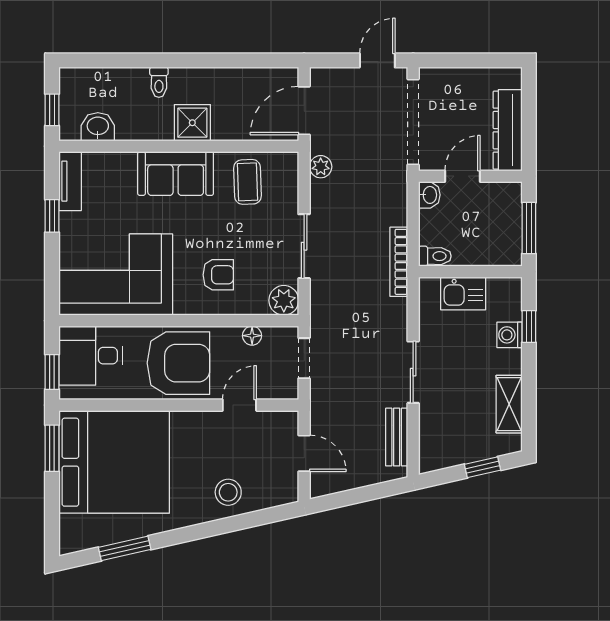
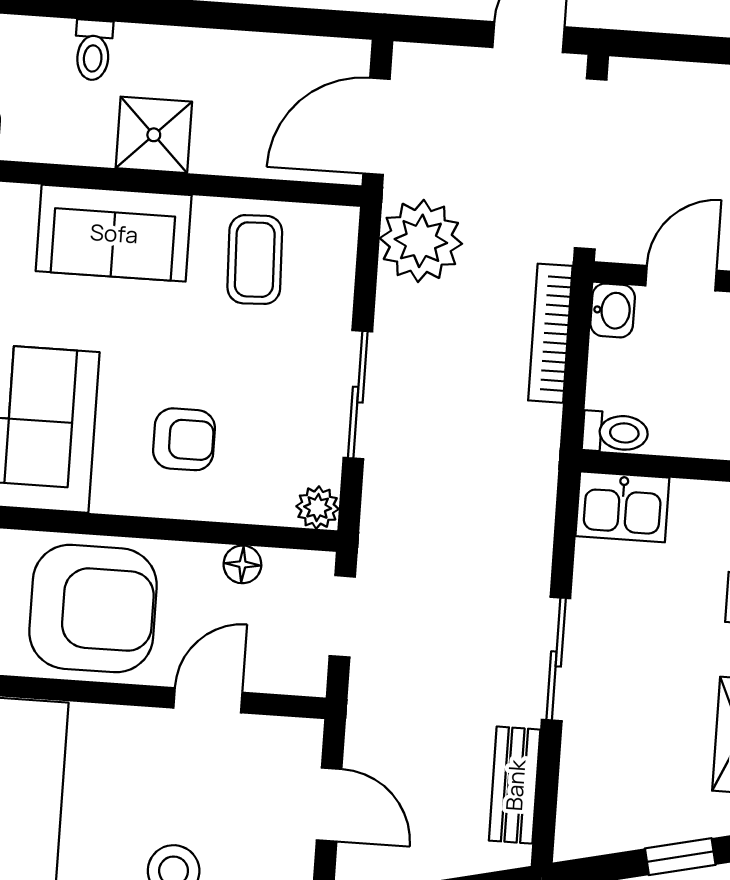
plant: (321, 167) -> (421, 241), width x1.87, depth x1.87
bookcase: (399, 262) -> (550, 333), moved
kitchen sink: (463, 293) -> (622, 507), moved
plant: (284, 300) -> (318, 508), width x0.73, depth x0.73

